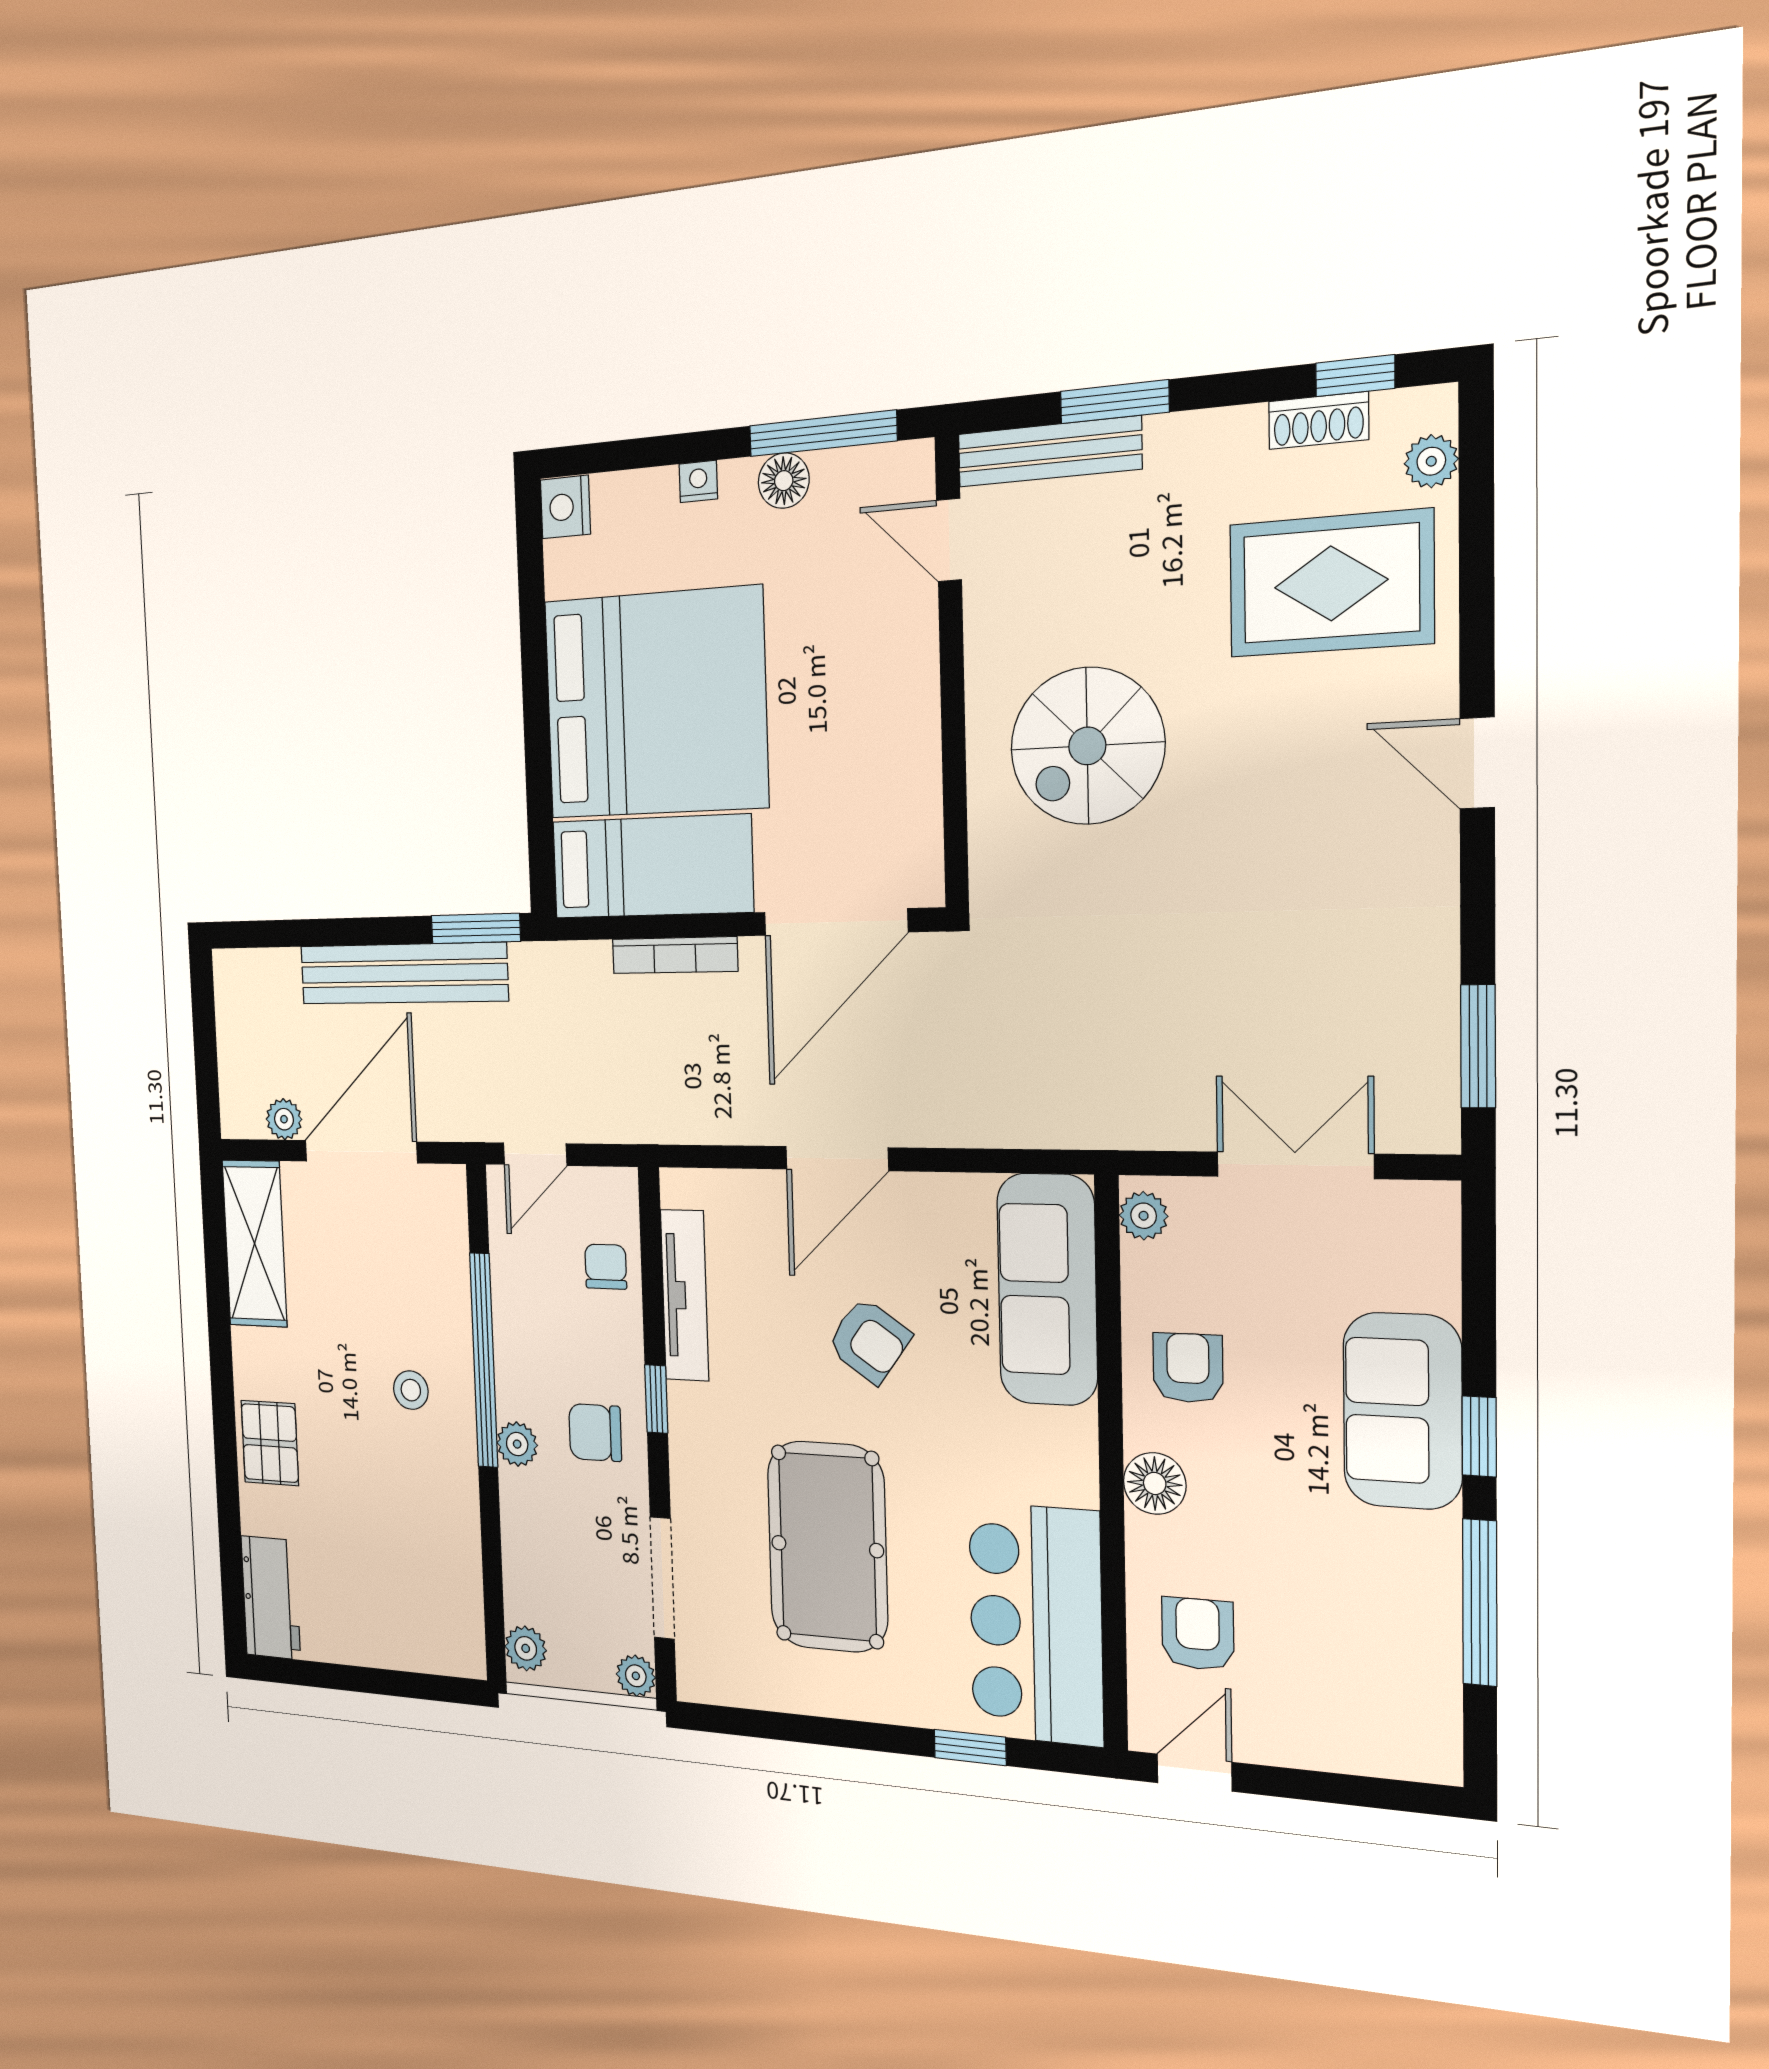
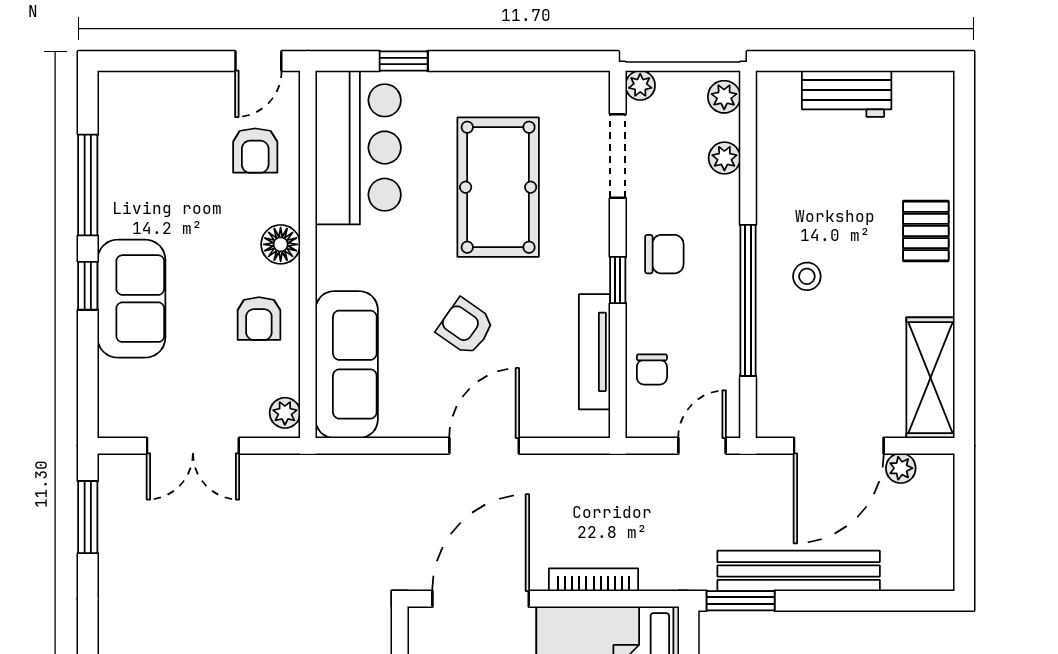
plant: (517, 1444) -> (724, 158), moved
workbench: (271, 1598) -> (847, 94), moved, turned -90

